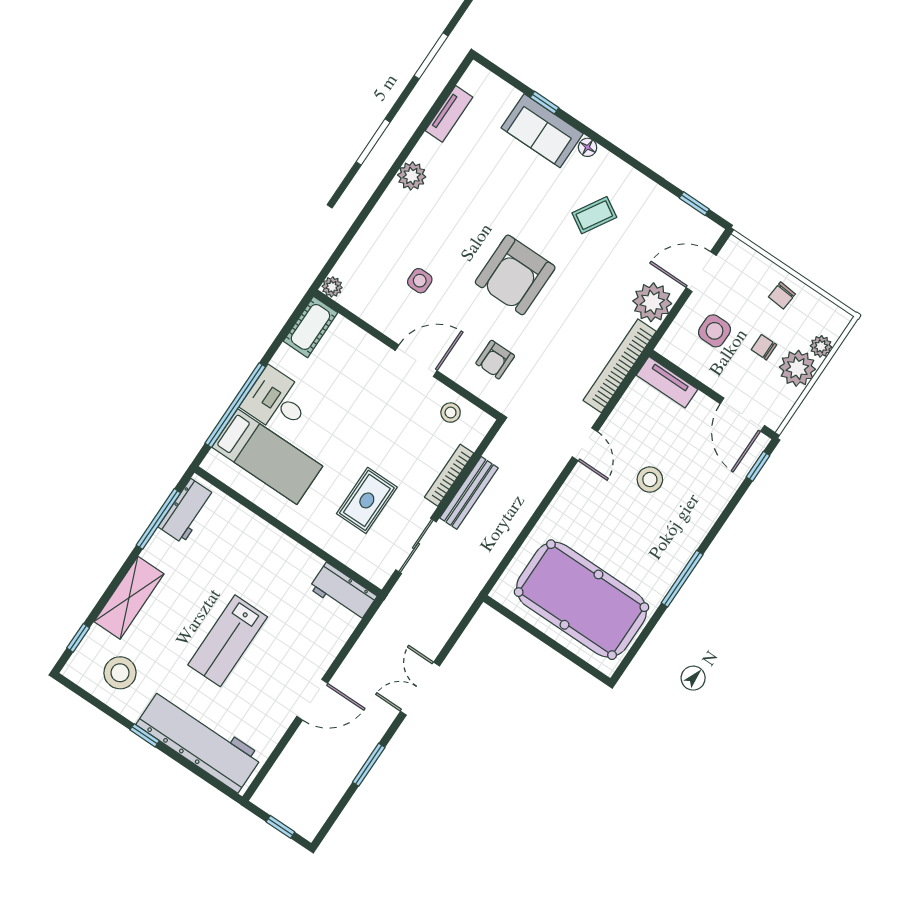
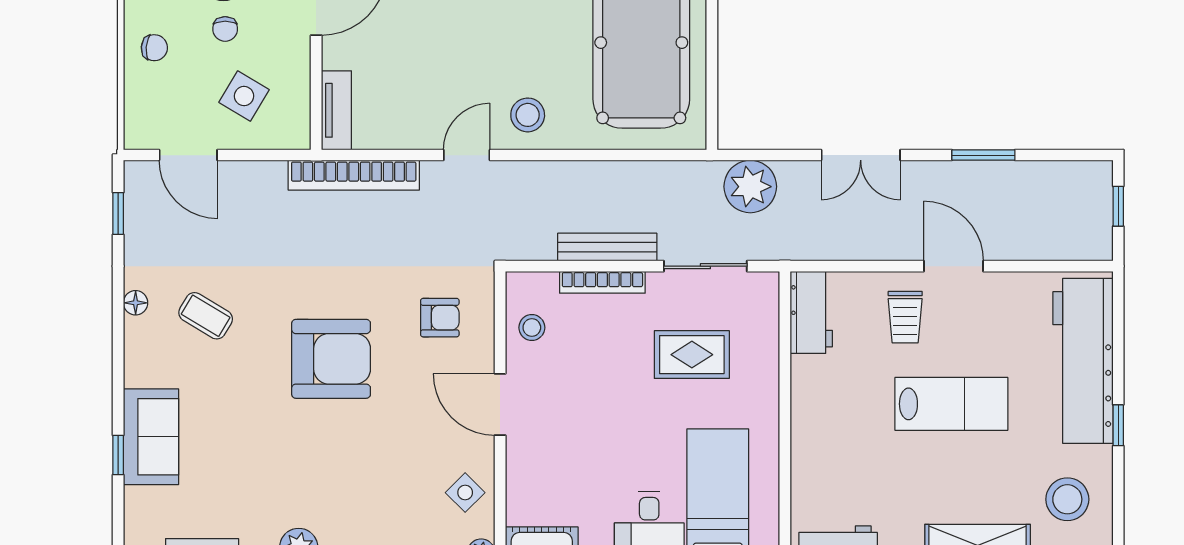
floor lamp: (588, 147) -> (136, 303), moved
side table: (420, 281) -> (465, 493), moved, turned 45
plant: (652, 302) -> (750, 187), moved
side table: (715, 331) -> (244, 96), turned 31
stool: (650, 479) -> (528, 115), moved
trolley: (301, 648) -> (905, 317), added

